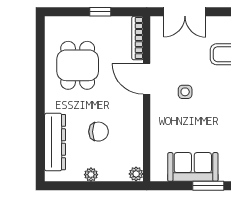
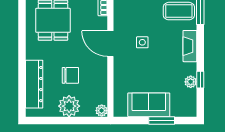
door: (147, 79) -> (110, 44), moved
plant: (91, 175) -> (69, 106), width x1.88, depth x1.88

